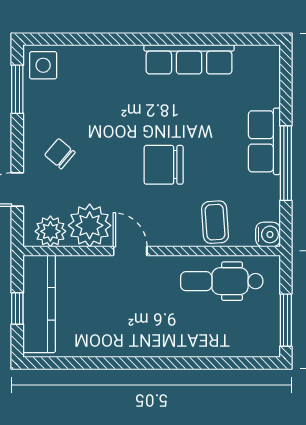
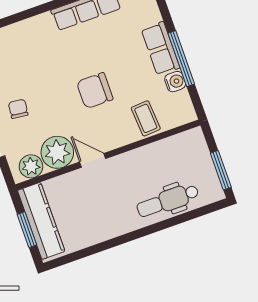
chair: (60, 154) -> (18, 109), turned 57
water cooler: (268, 234) -> (175, 82), moved
dental chair: (222, 281) -> (168, 201), moved
window: (17, 308) -> (27, 230), width x1.50

